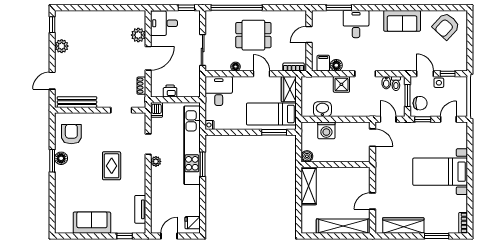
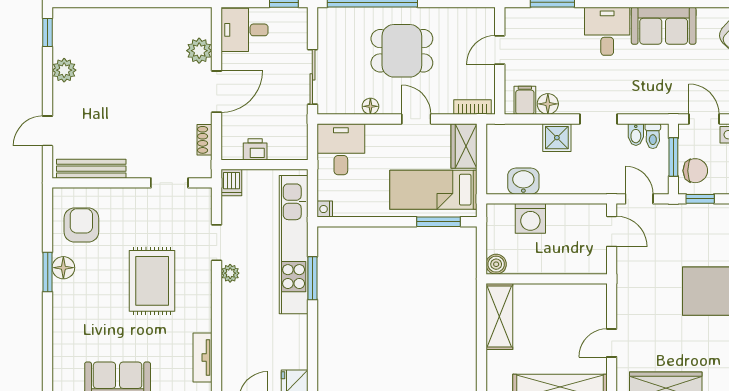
desk: (356, 24) -> (607, 31), moved
rug: (112, 166) -> (152, 281), width x1.36, depth x1.43

